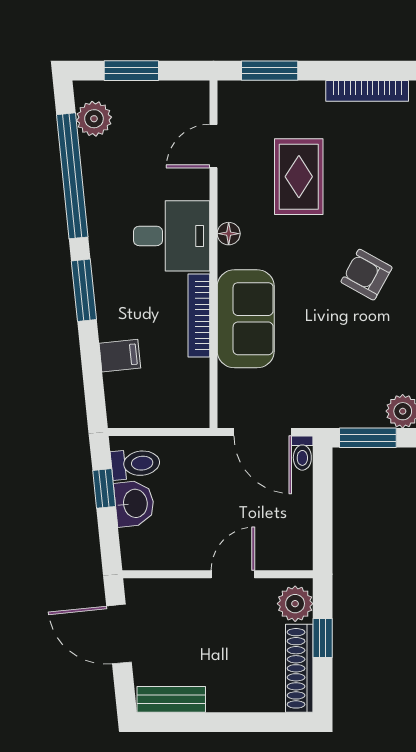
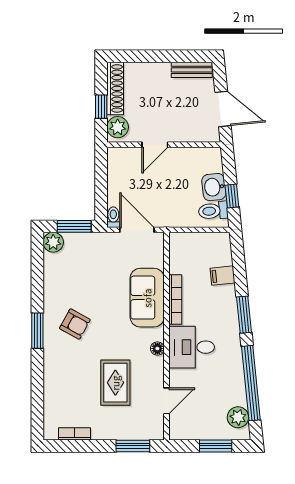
bookcase: (367, 91) -> (74, 434), width x0.64

